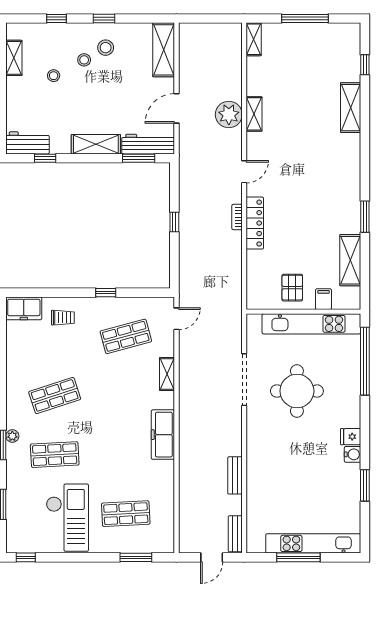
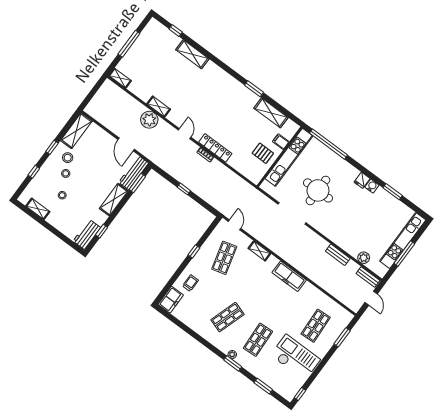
shelving: (164, 50) -> (76, 131), moved, turned 90
shop shelf: (55, 395) -> (227, 317), turned 36
plant: (255, 511) -> (364, 258), added

